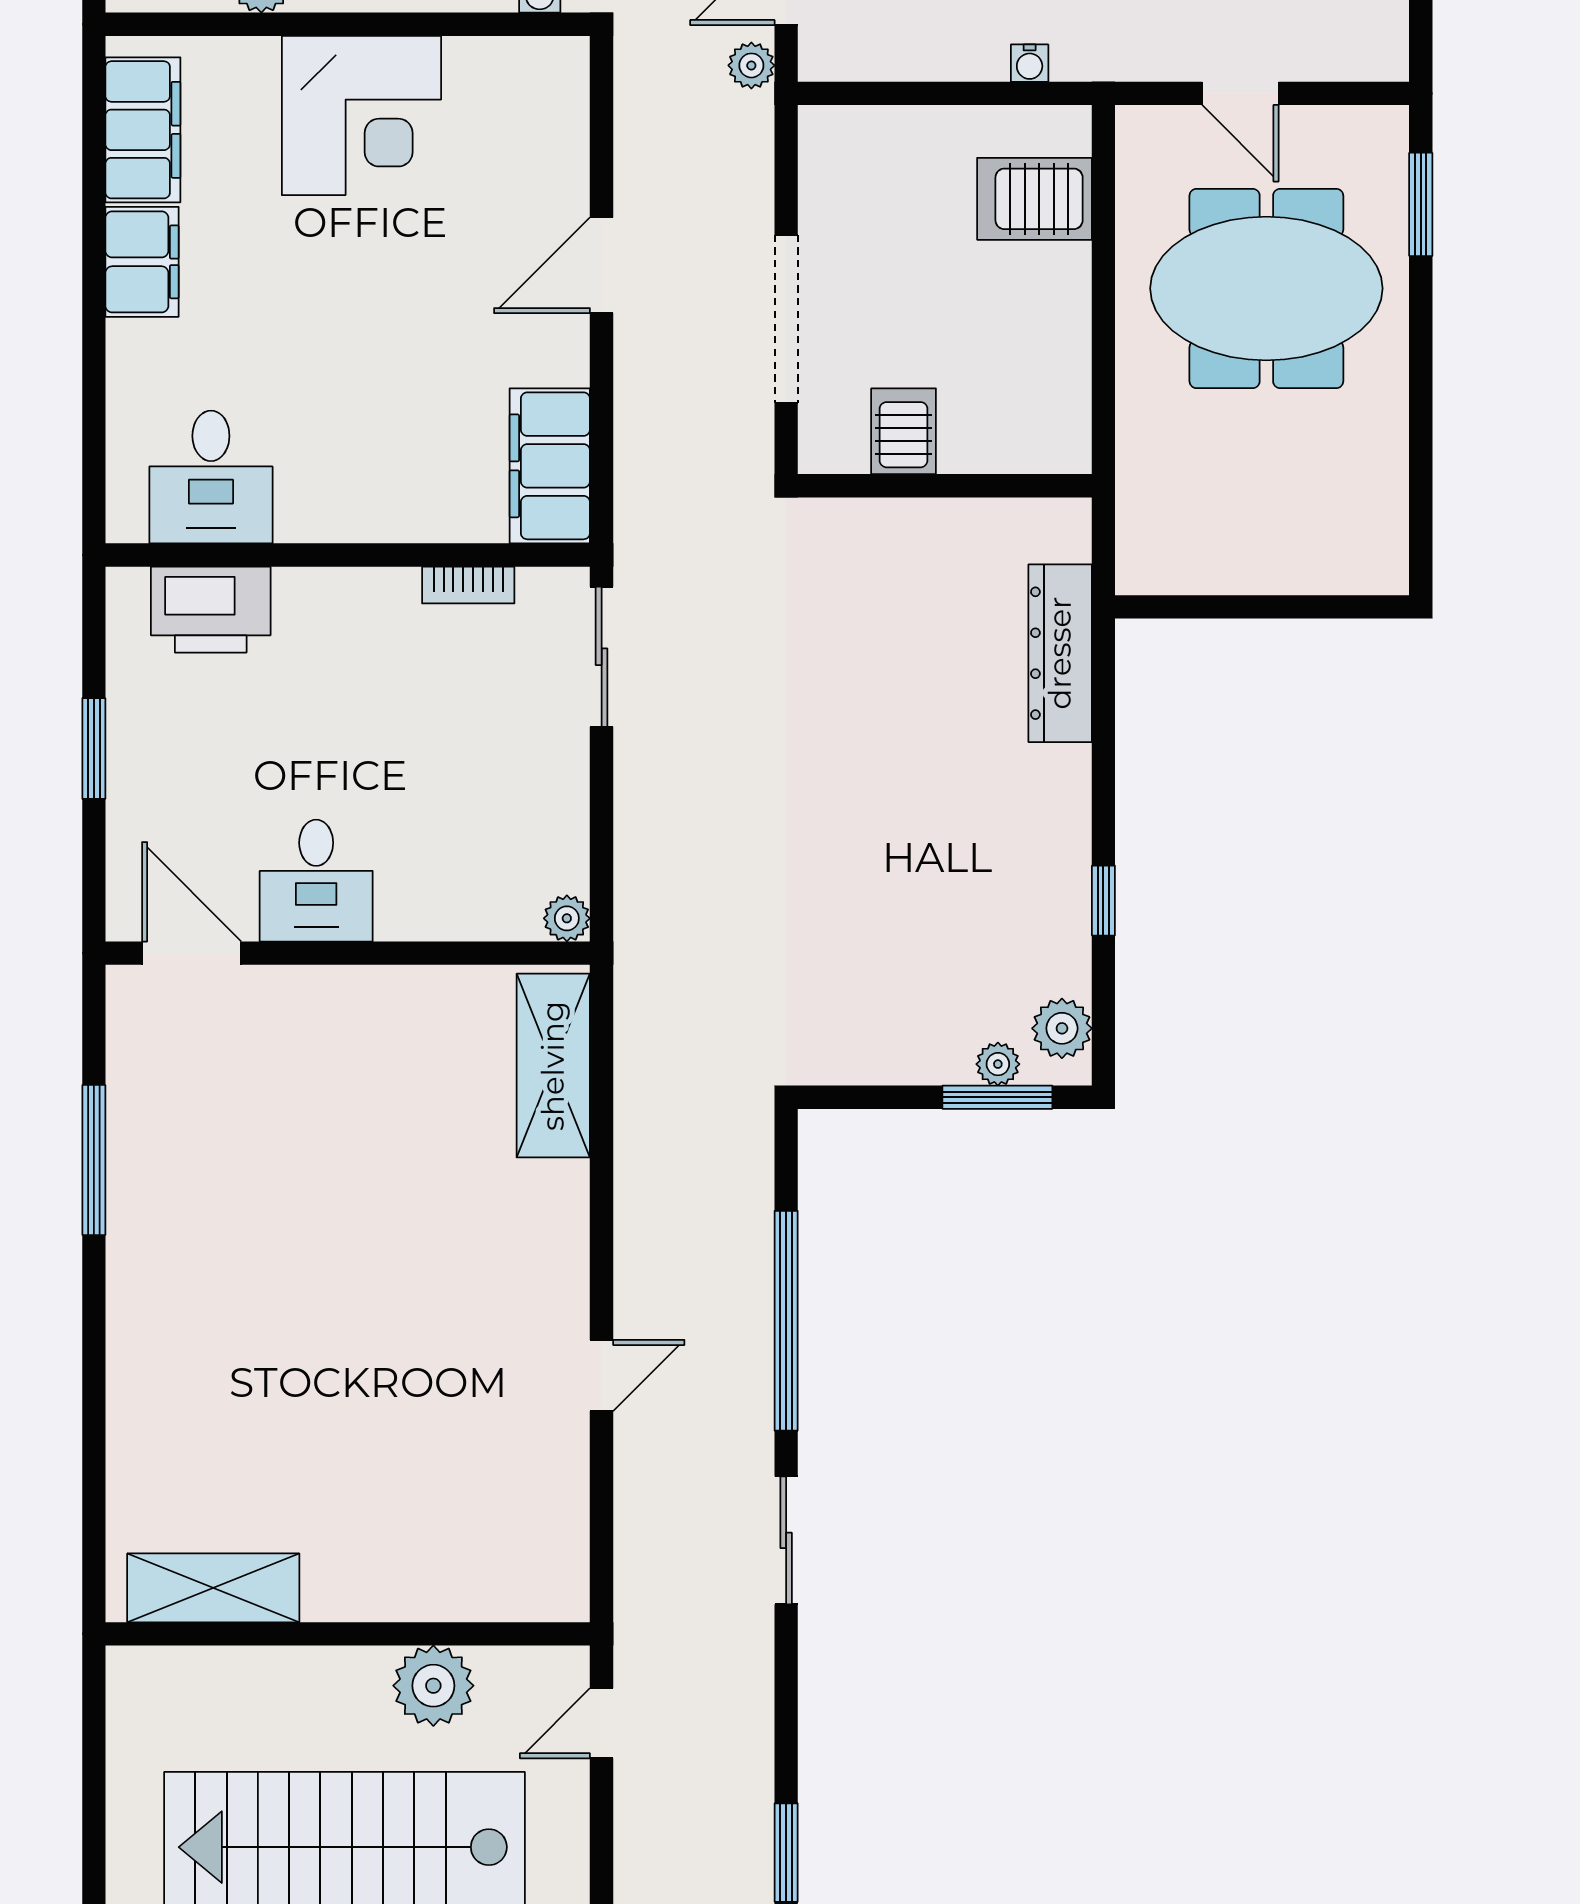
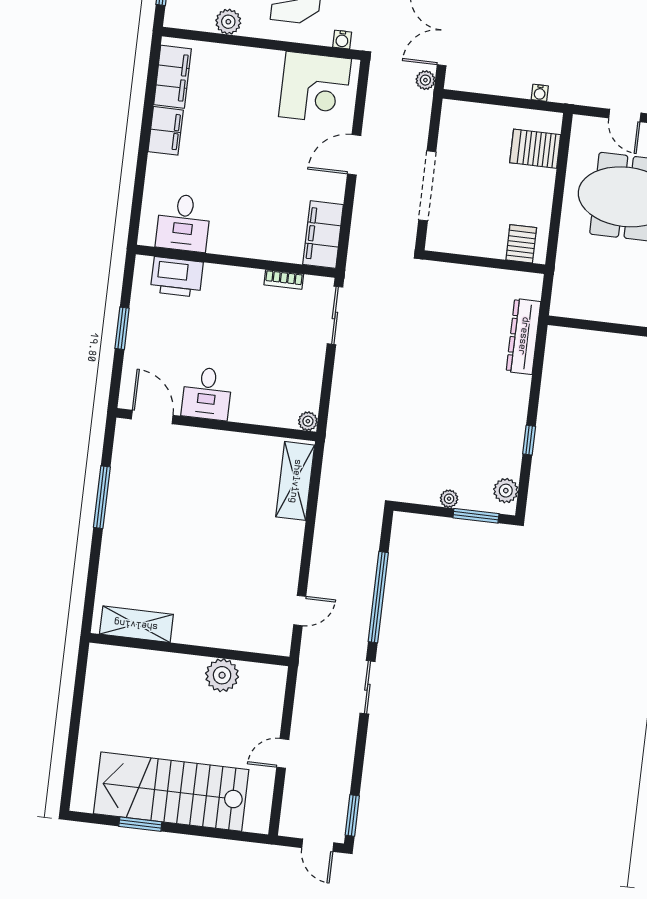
corner desk: (362, 115) -> (315, 88), moved
server rack: (904, 431) -> (521, 244), moved
plant: (998, 1064) -> (449, 499), moved
shelving: (213, 1588) -> (136, 624), moved
wall: (348, 1634) -> (189, 650), moved
plant: (433, 1686) -> (222, 675), moved

